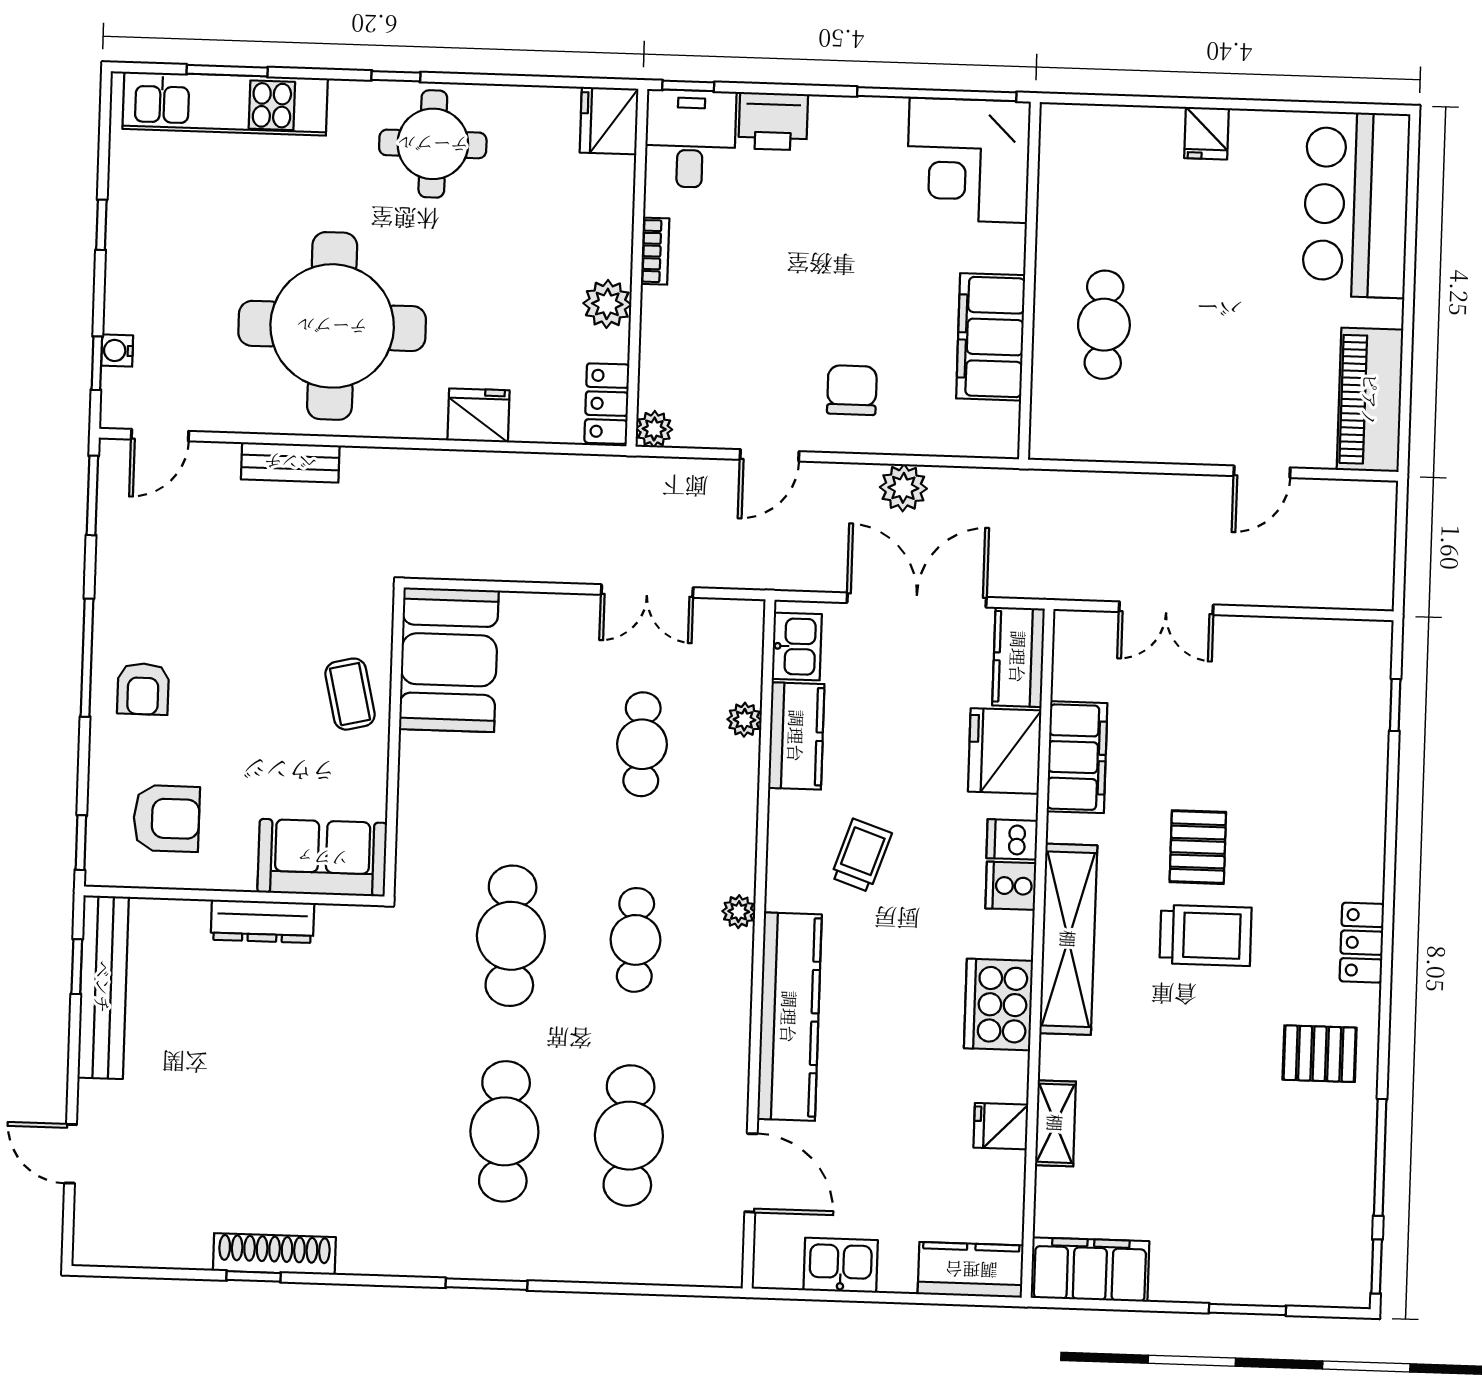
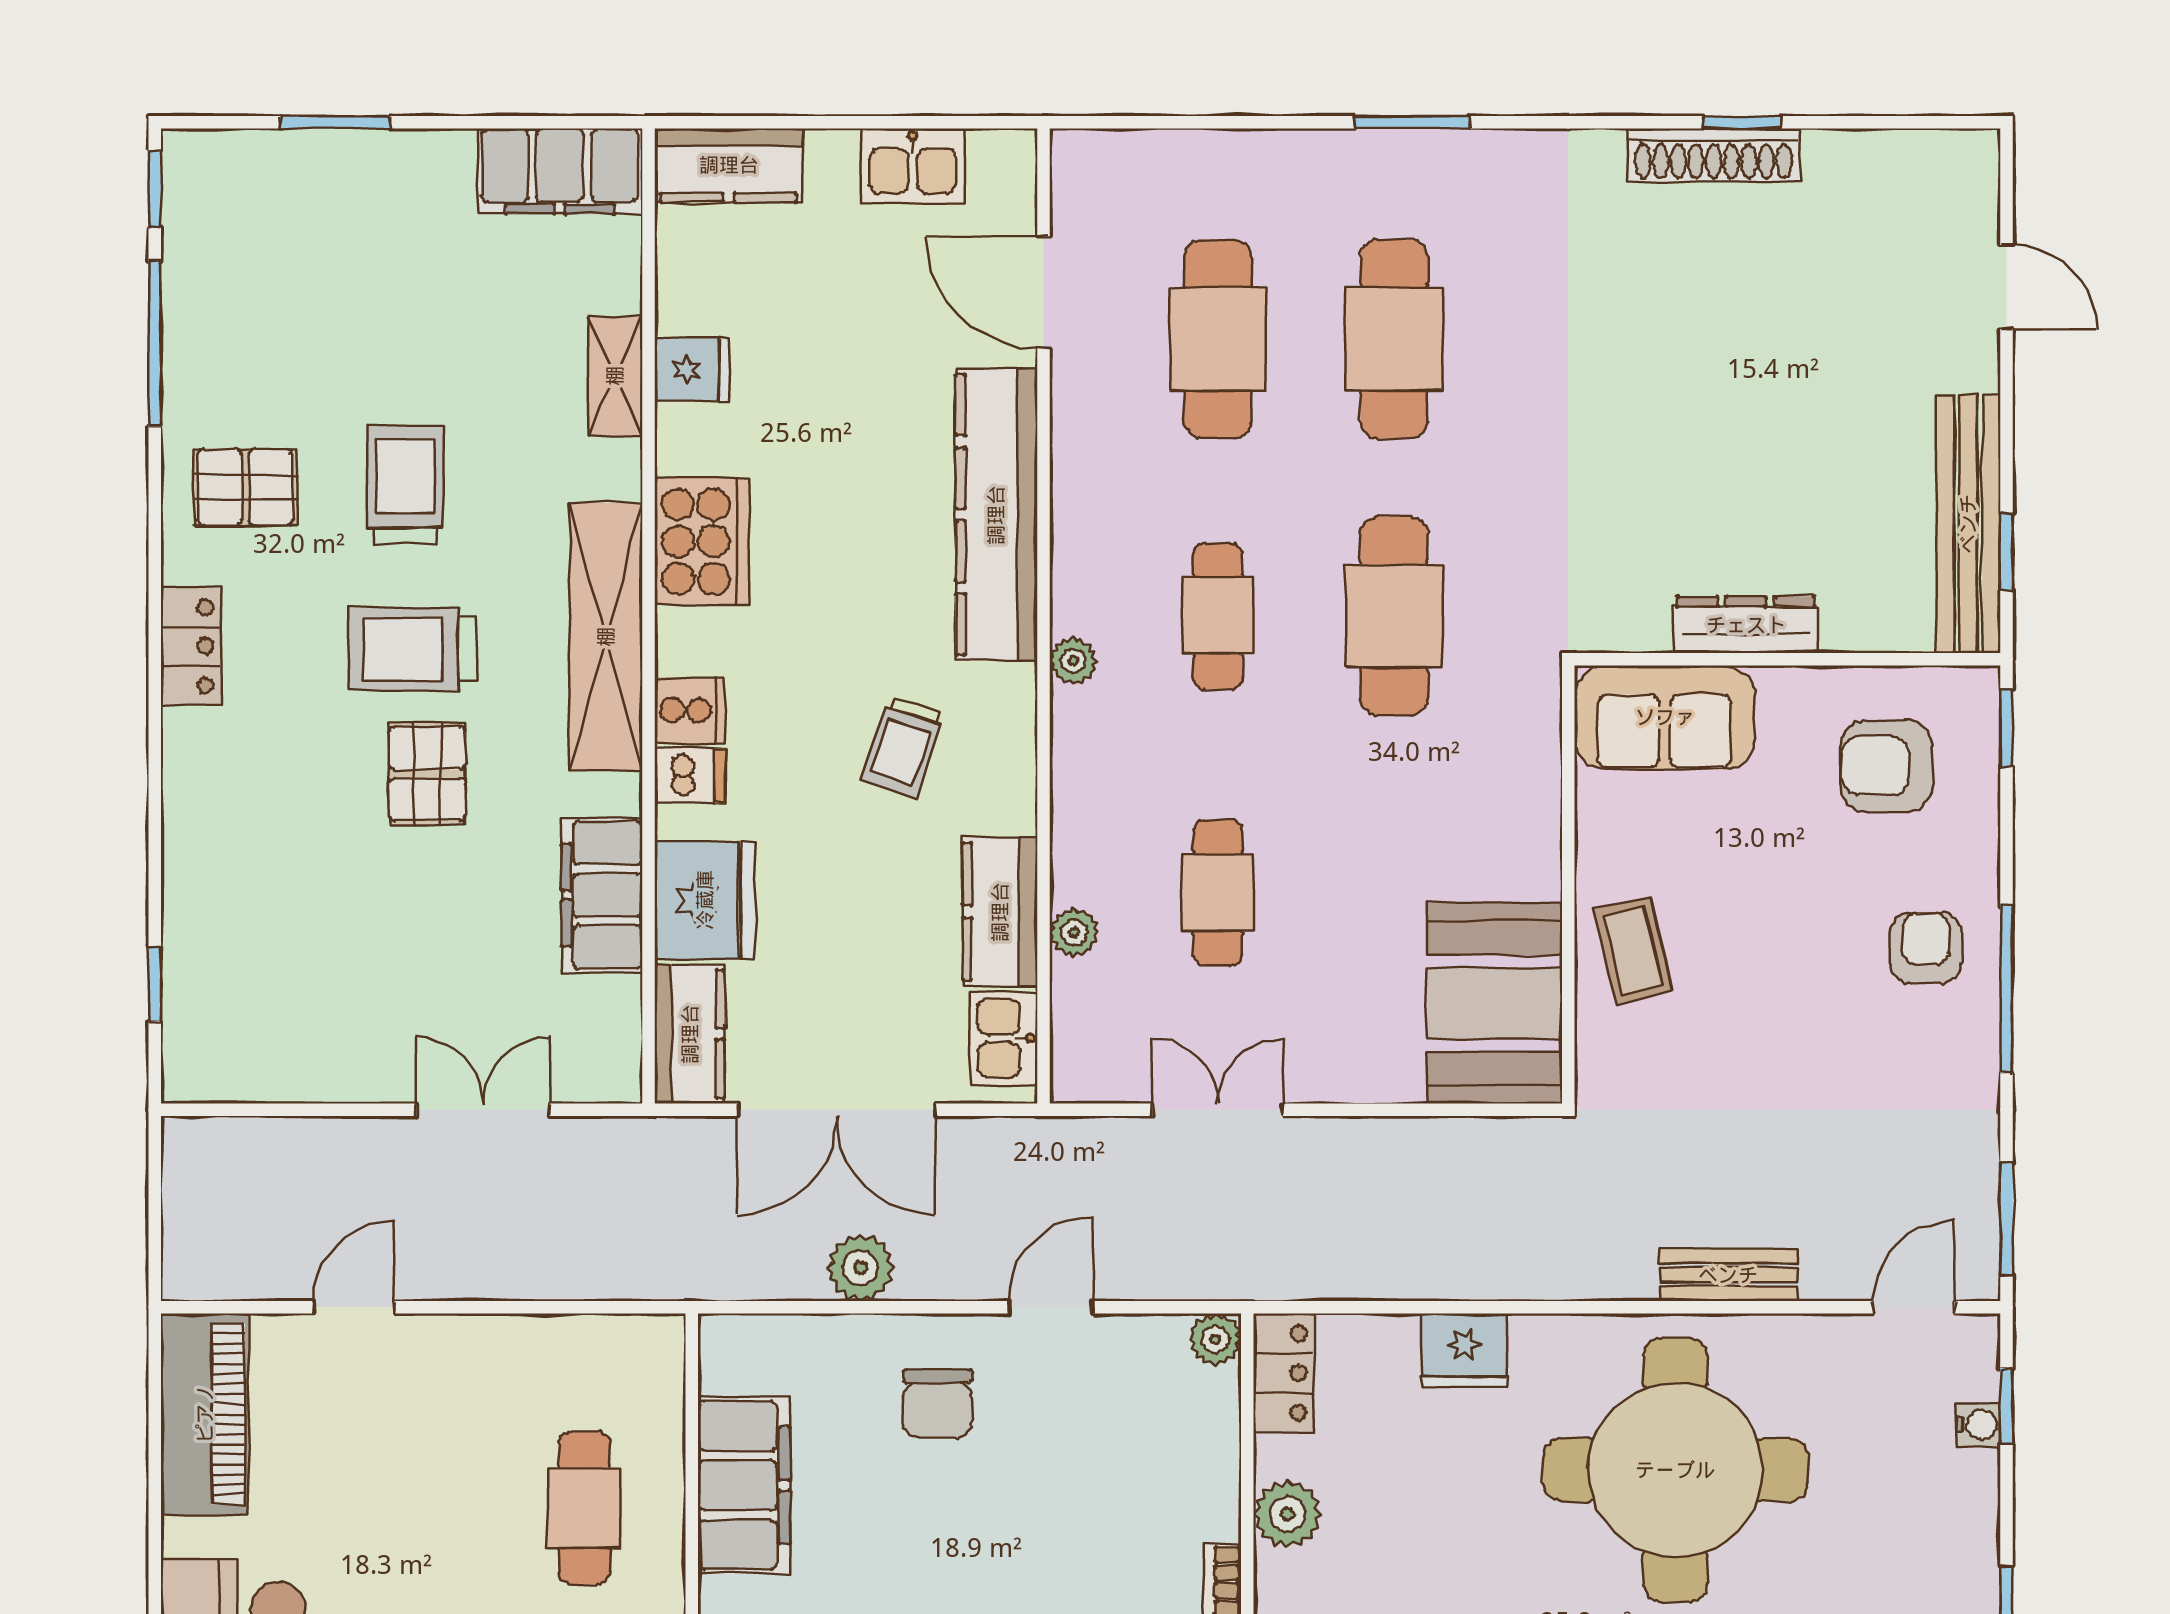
trolley: (1206, 1052) -> (405, 485), added

